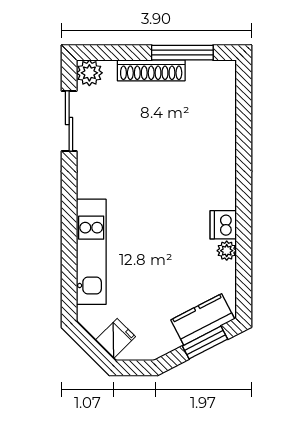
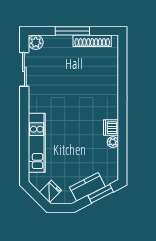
window: (182, 53) -> (72, 31), moved
shoe rack: (151, 70) -> (92, 41), moved
kitchen counter: (203, 319) -> (87, 187), moved

